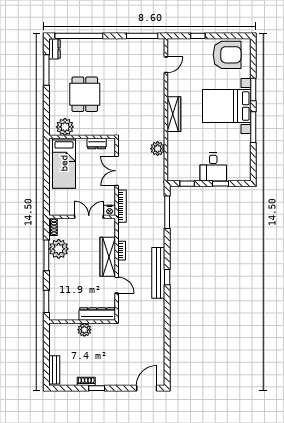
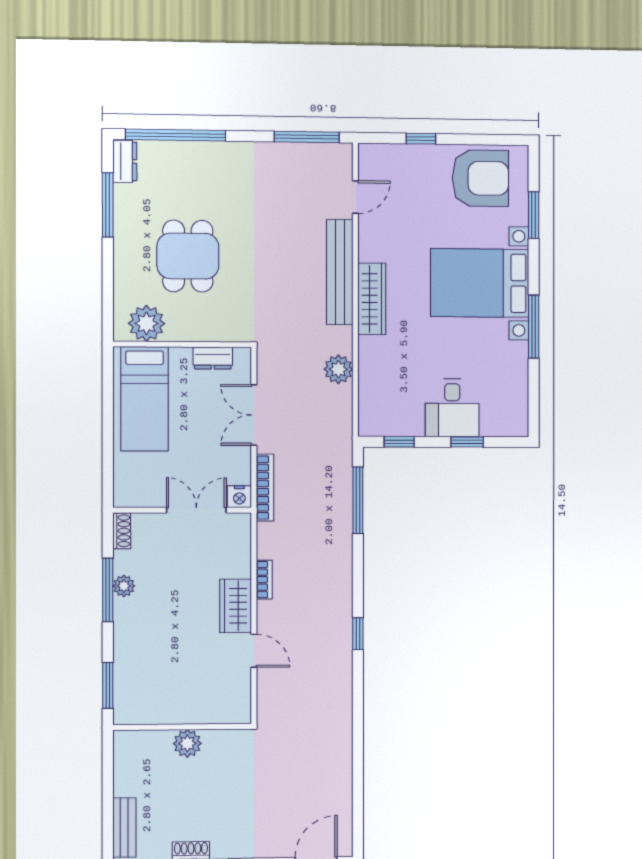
window: (253, 89) -> (534, 215), moved
plant: (59, 249) -> (124, 586), width x0.53, depth x0.53
wardrobe: (108, 257) -> (236, 606), width x0.67
bench: (158, 273) -> (340, 272), moved
dresser: (97, 314) -> (214, 711), removed

